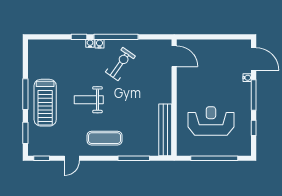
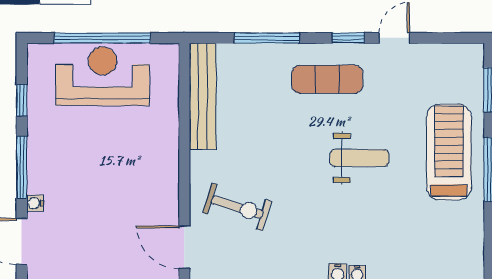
exercise bike: (120, 64) -> (237, 207), moved, turned -108
reception desk: (211, 121) -> (103, 76), moved, turned 180
window: (42, 158) -> (348, 38), moved

